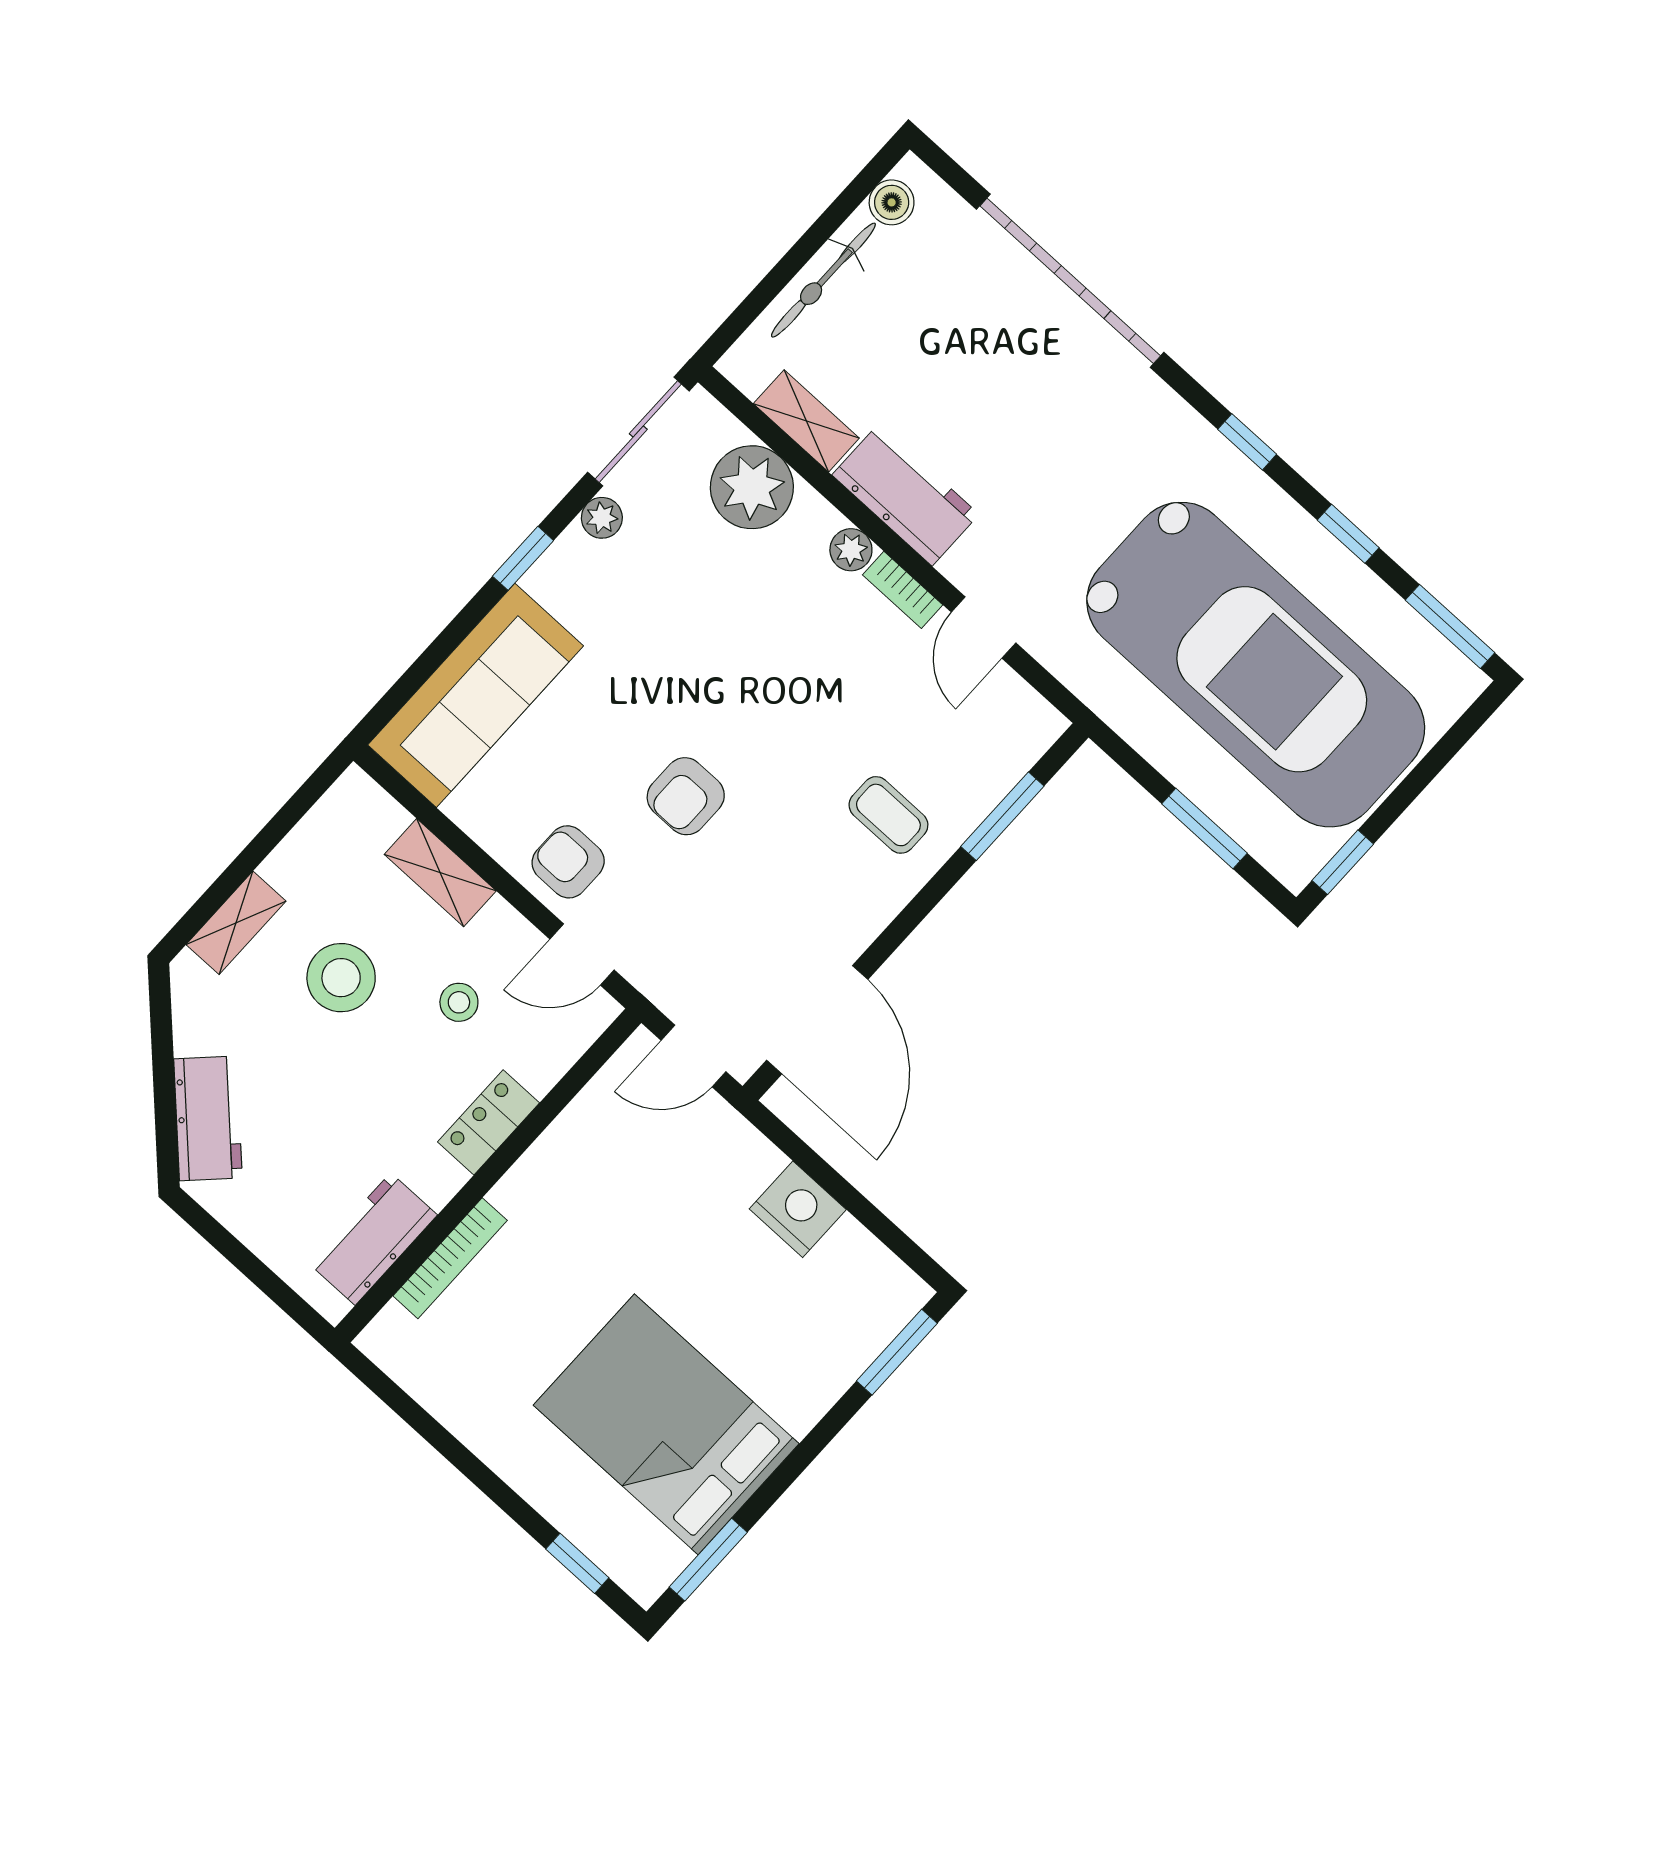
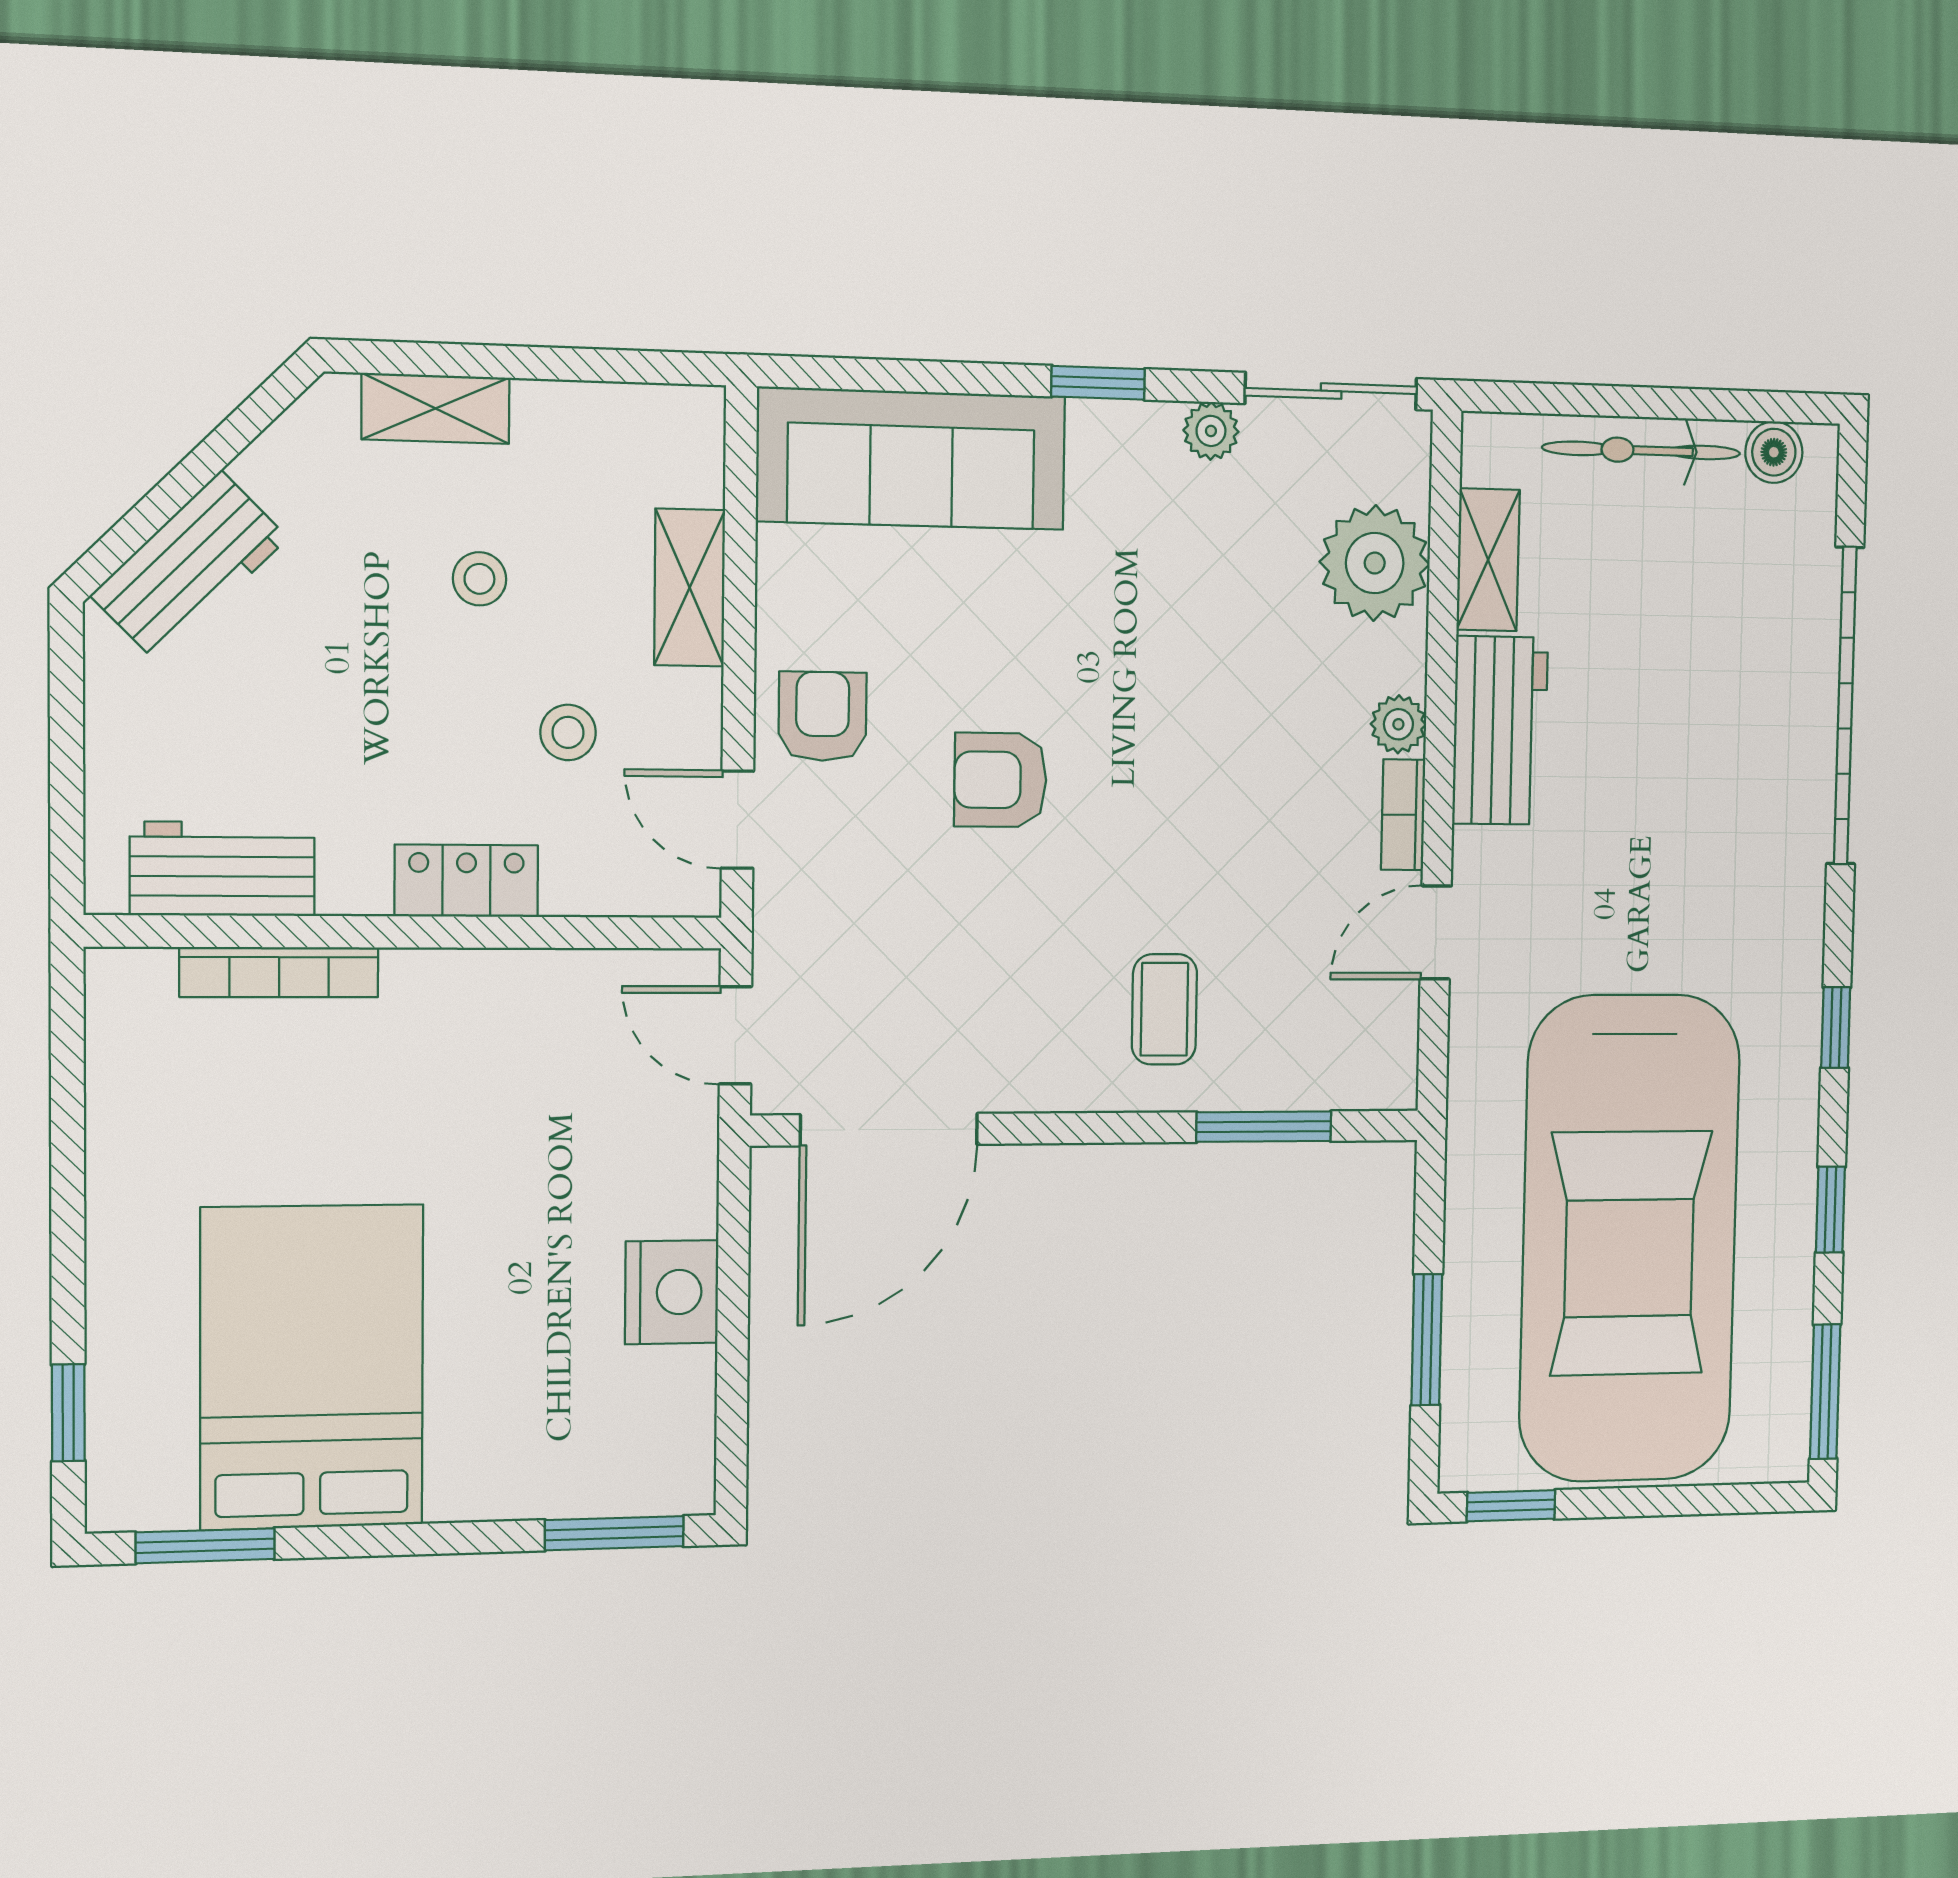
stool: (341, 978) -> (479, 579), width x0.53, depth x0.53

